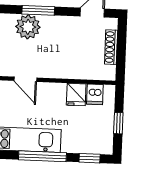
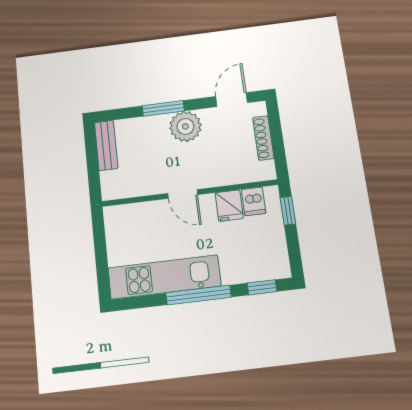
plant: (28, 27) -> (185, 126), moved
door: (25, 79) -> (183, 194), moved
window: (118, 123) -> (288, 211), moved

